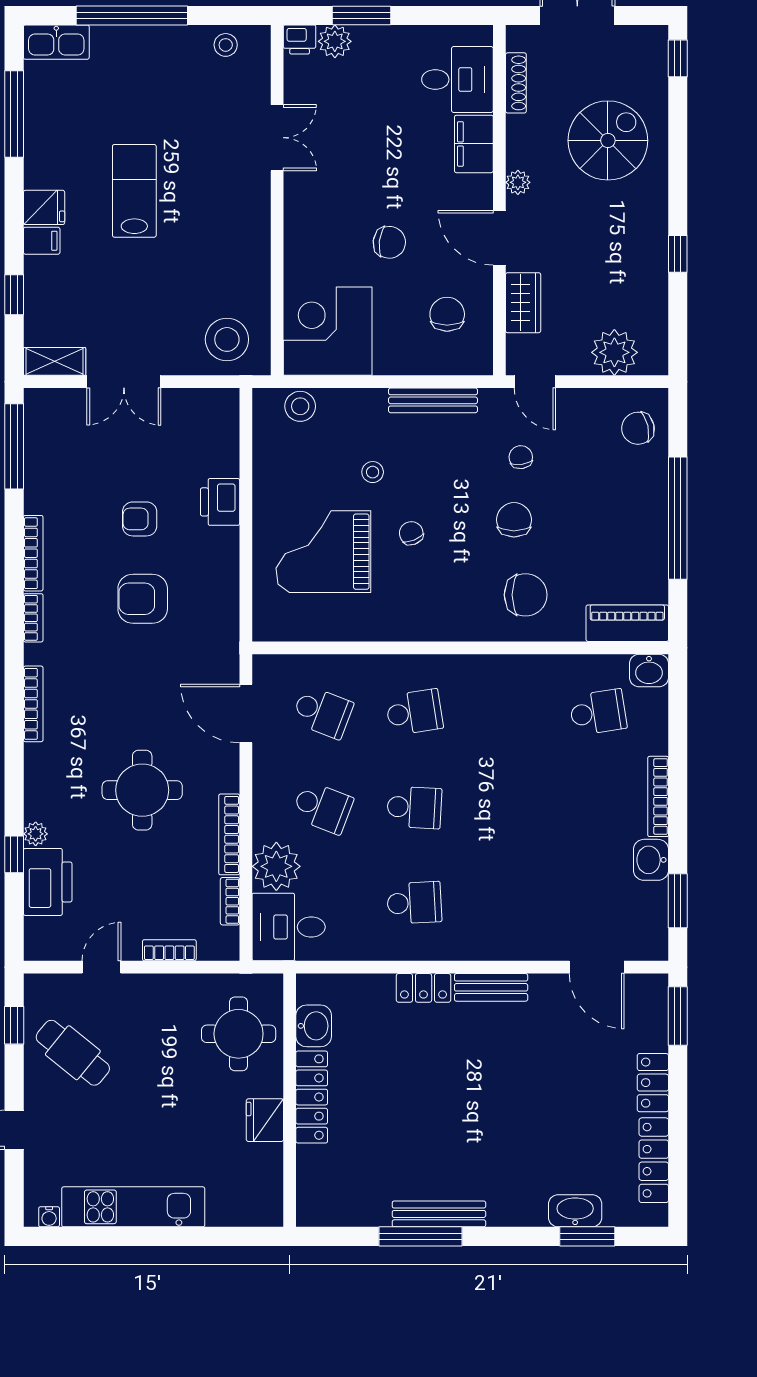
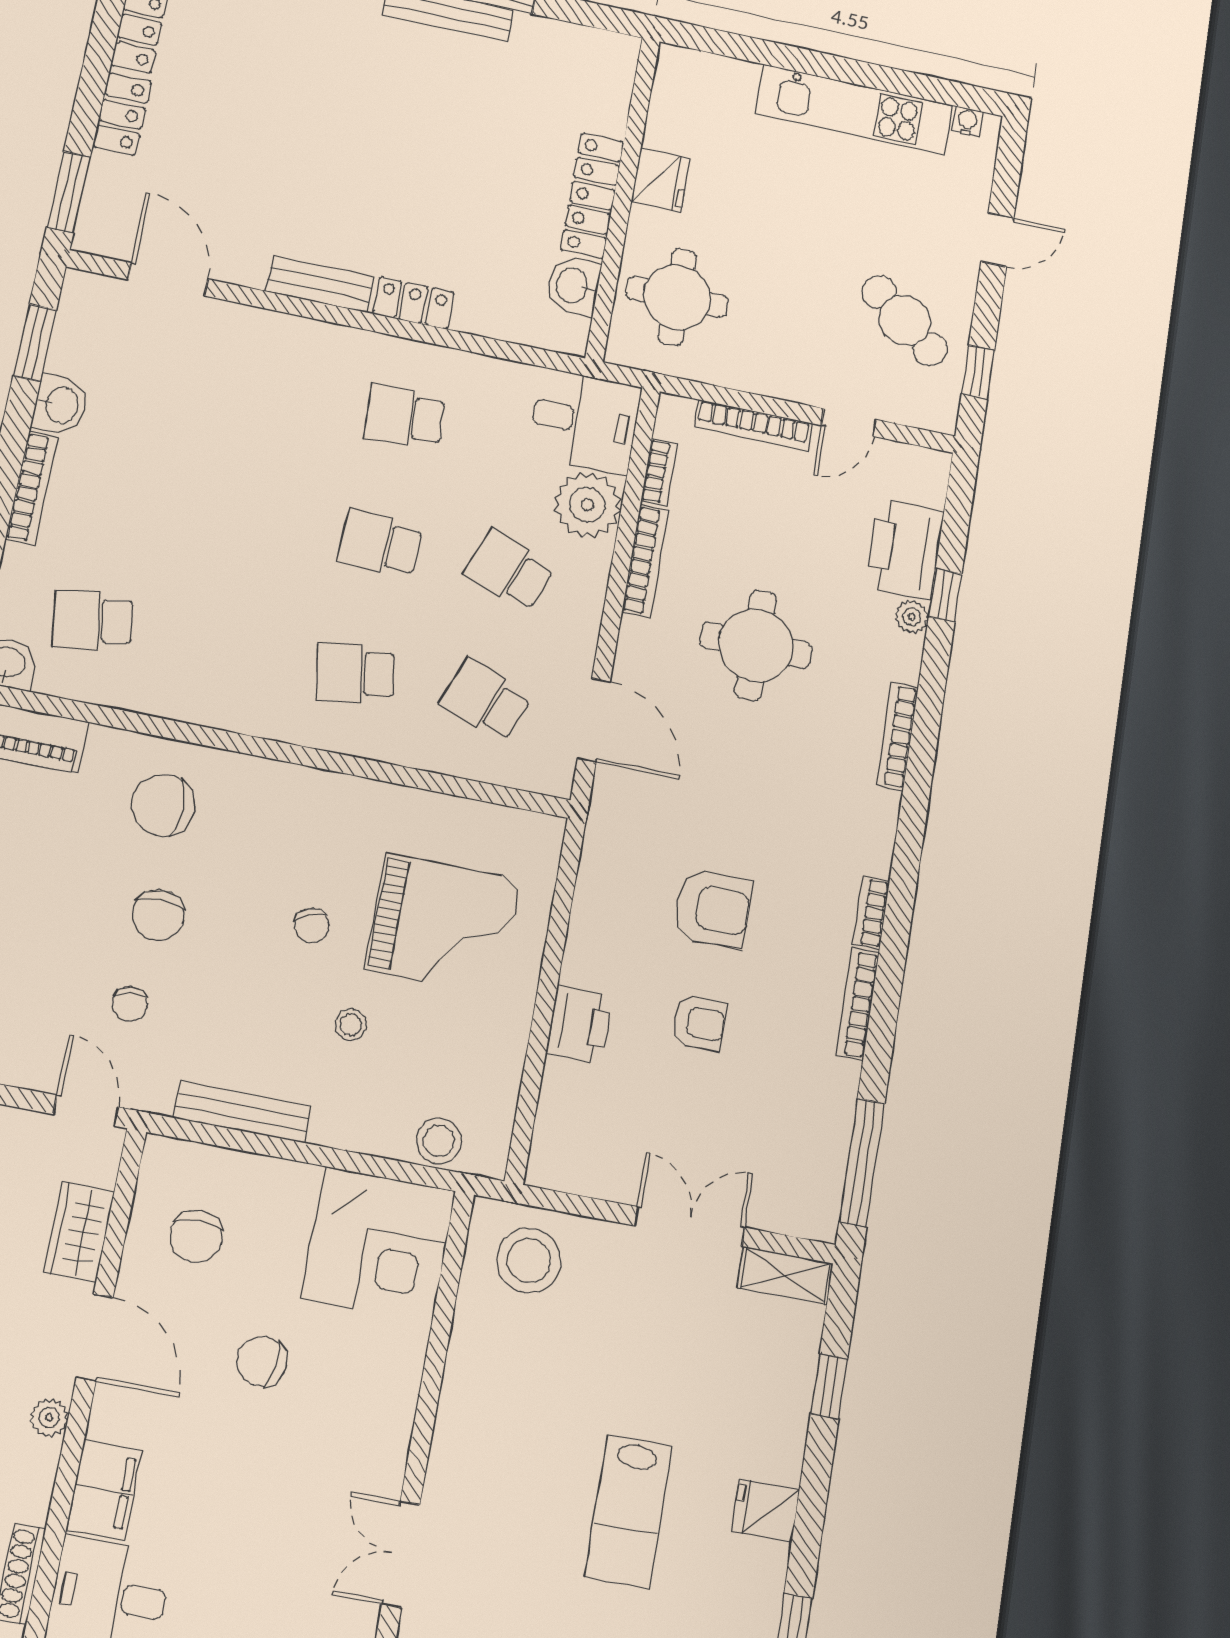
filing cabinet: (42, 241) -> (777, 1460), removed
bookcase: (33, 704) -> (897, 736), moved
bookcase: (169, 950) -> (753, 425), width x1.56

